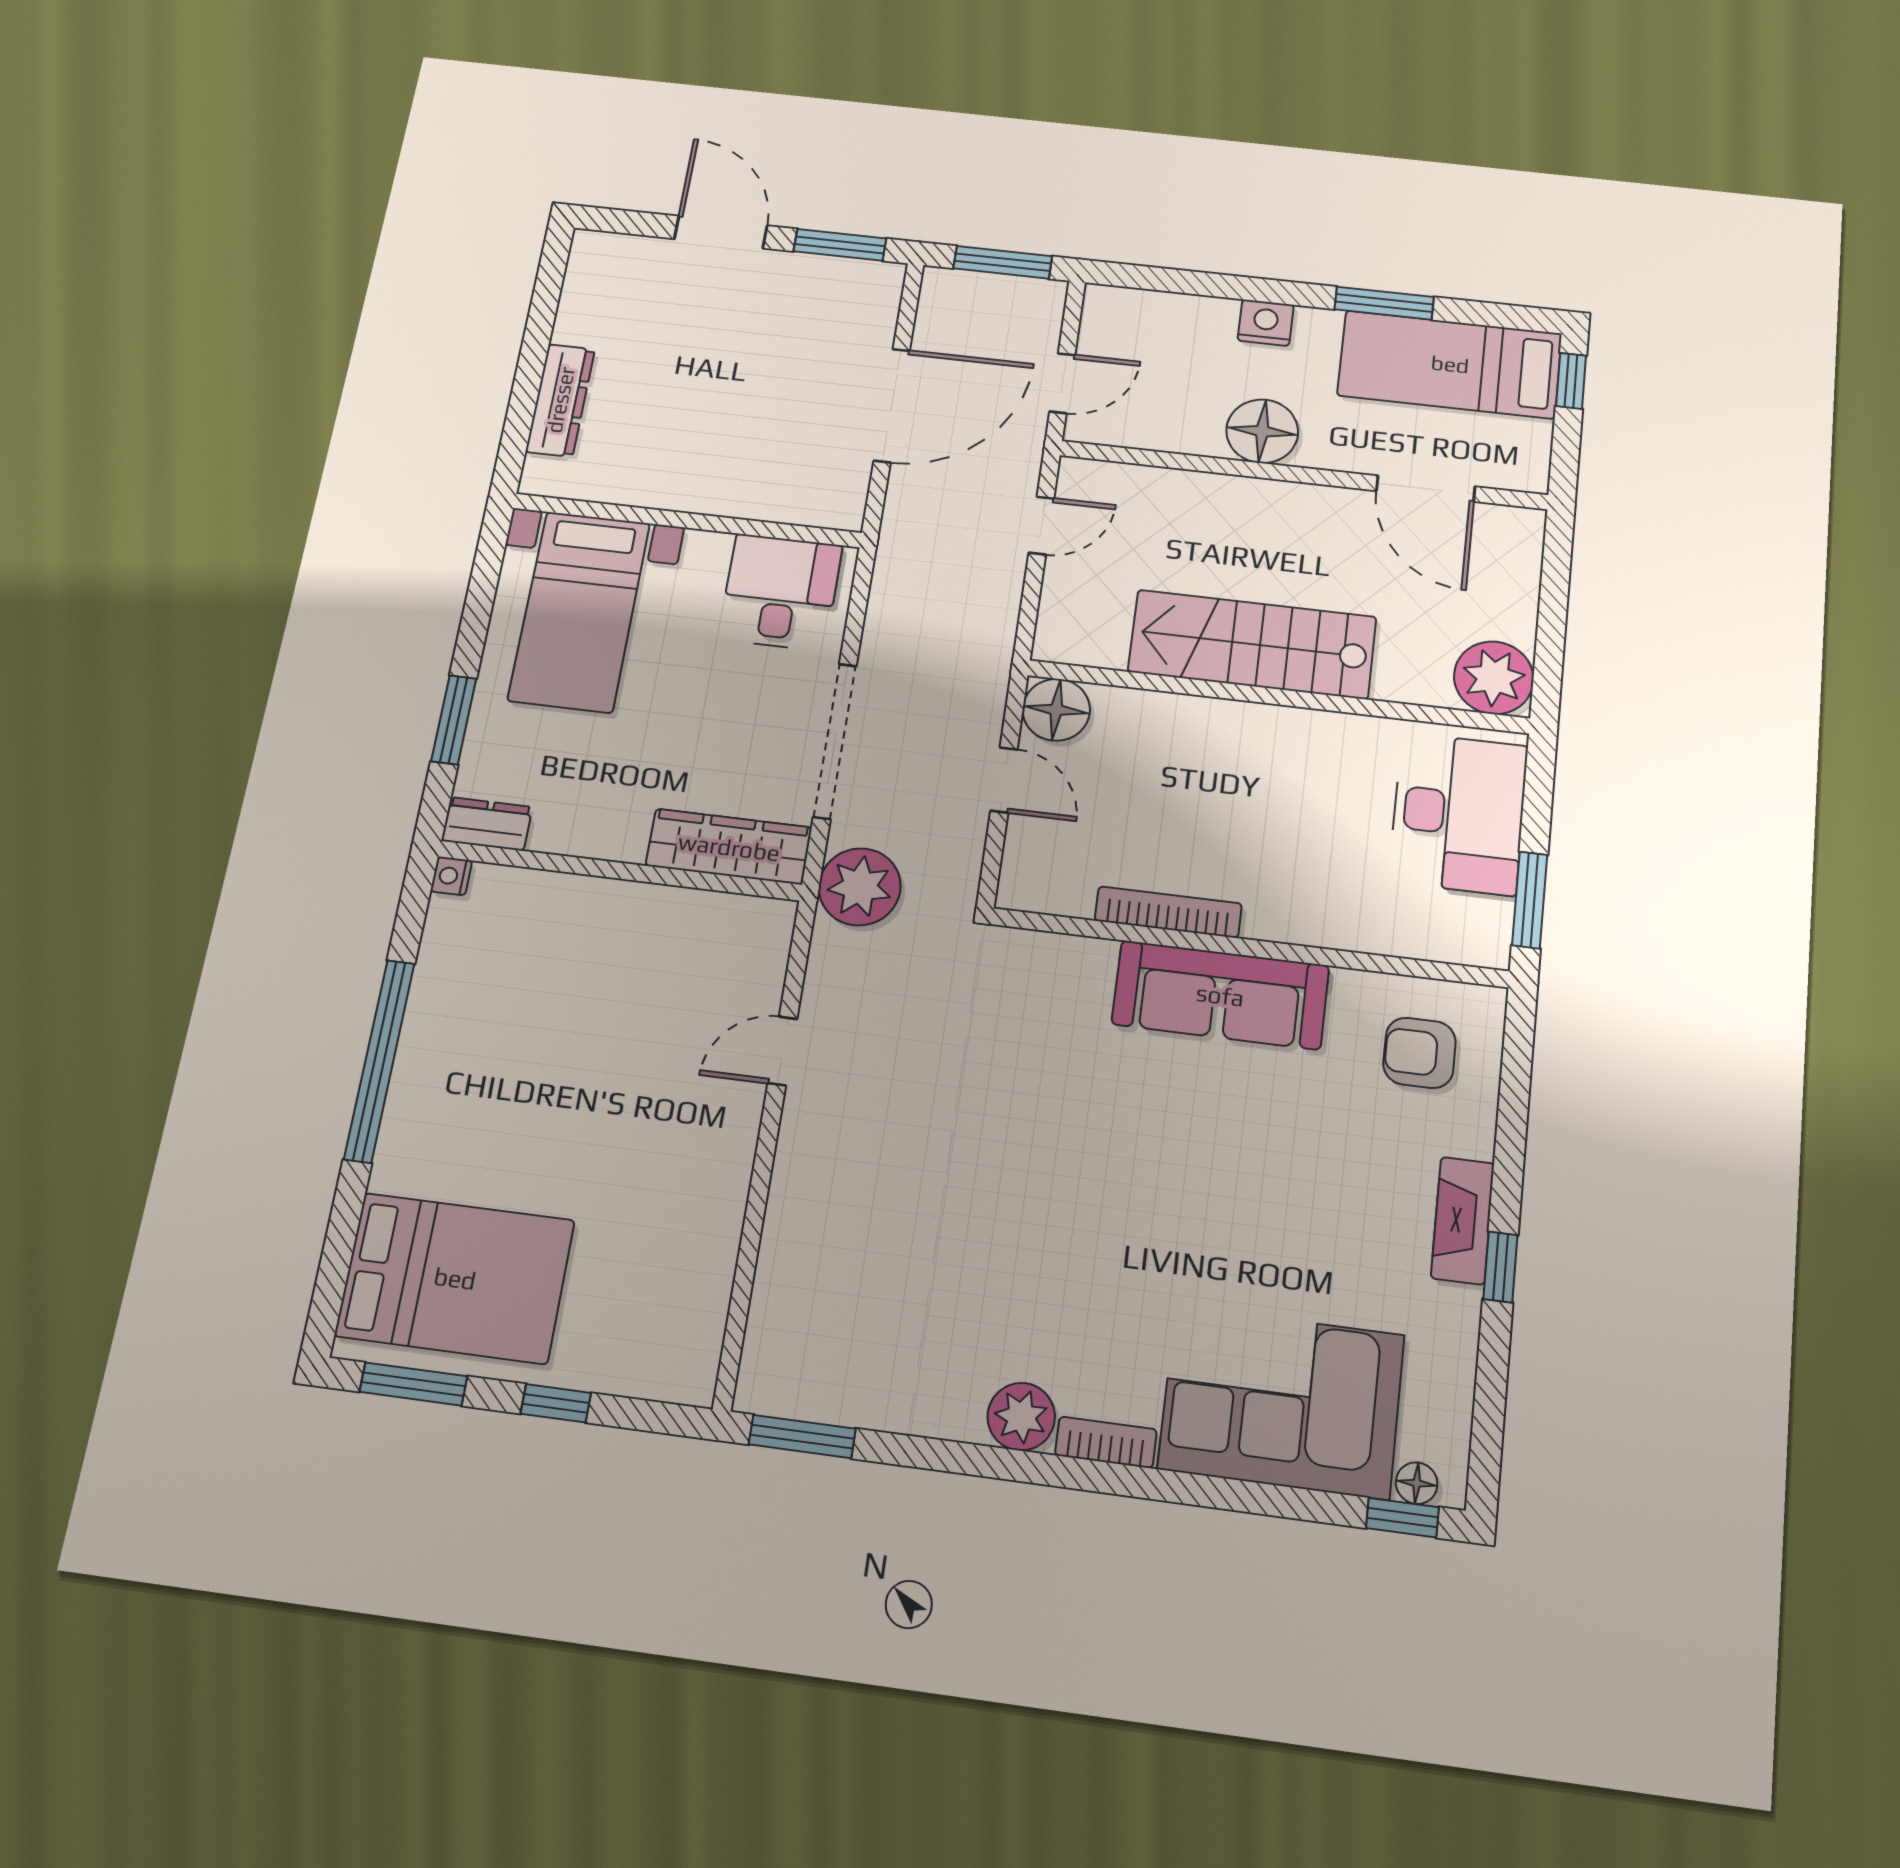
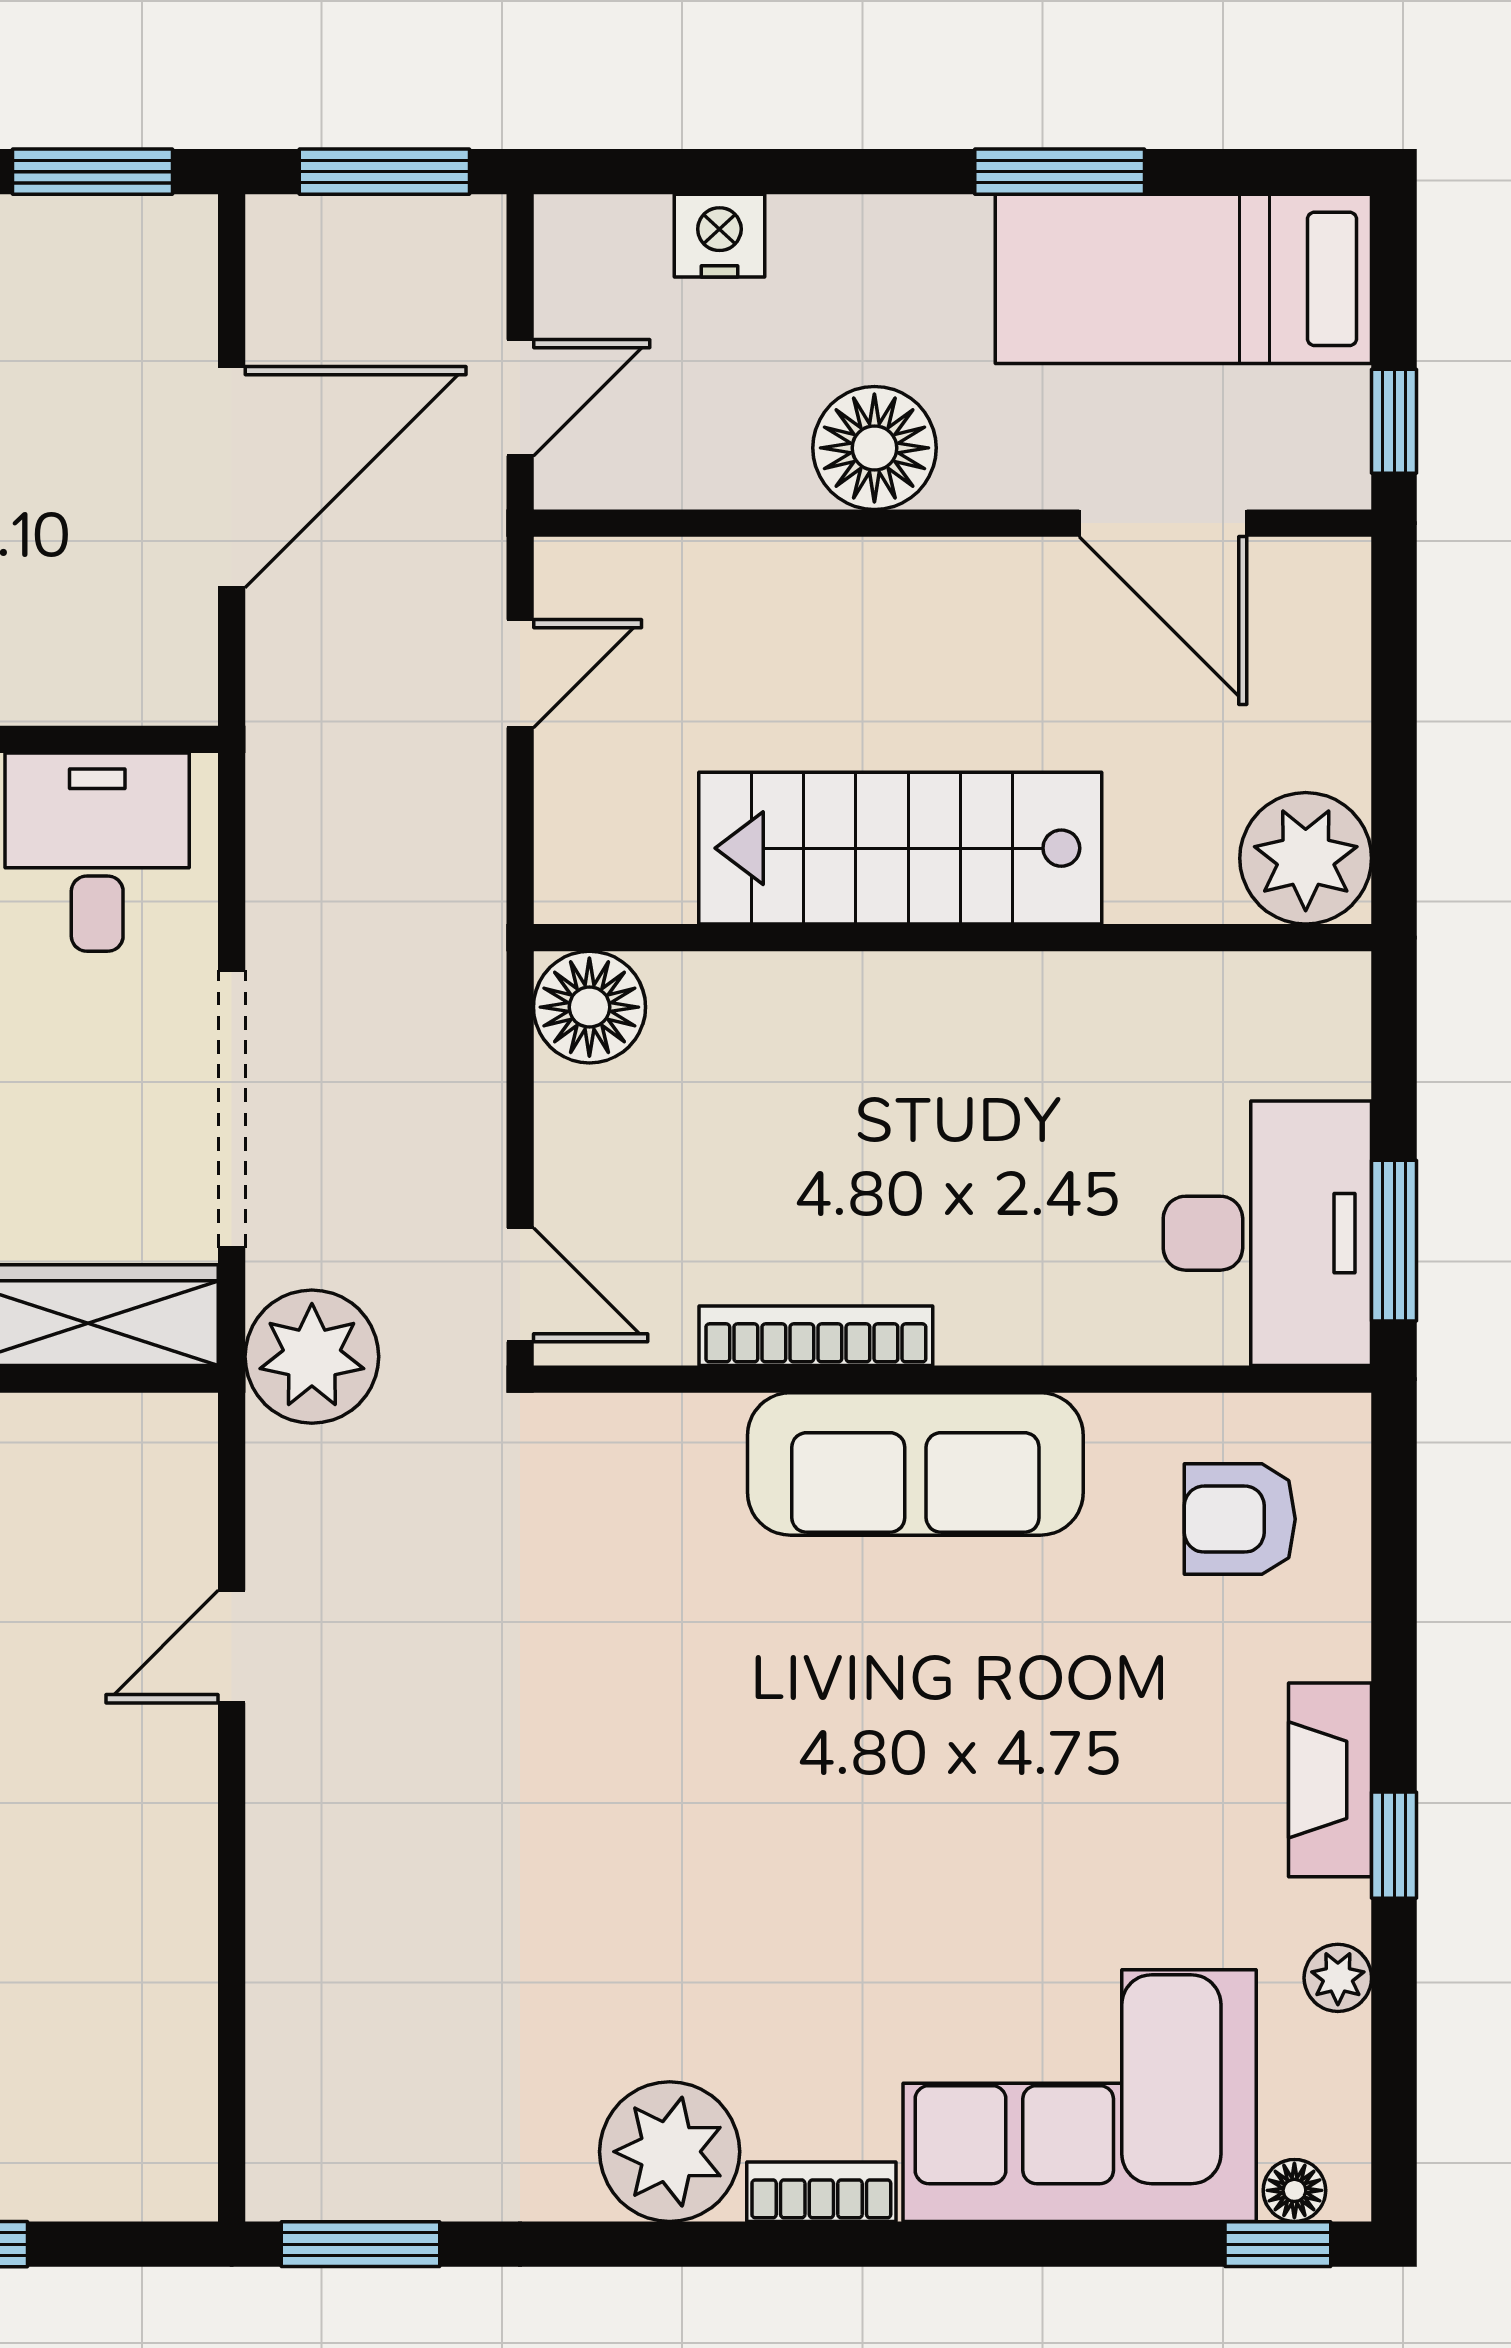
nightstand: (1266, 323) -> (719, 236), moved
window: (1571, 381) -> (1394, 421), moved
door: (1004, 780) -> (520, 1285), moved
desk: (1458, 813) -> (1267, 1233), moved
plant: (1457, 1347) -> (1338, 1978), added
plant: (1021, 1417) -> (670, 2152), width x1.36, depth x1.36

